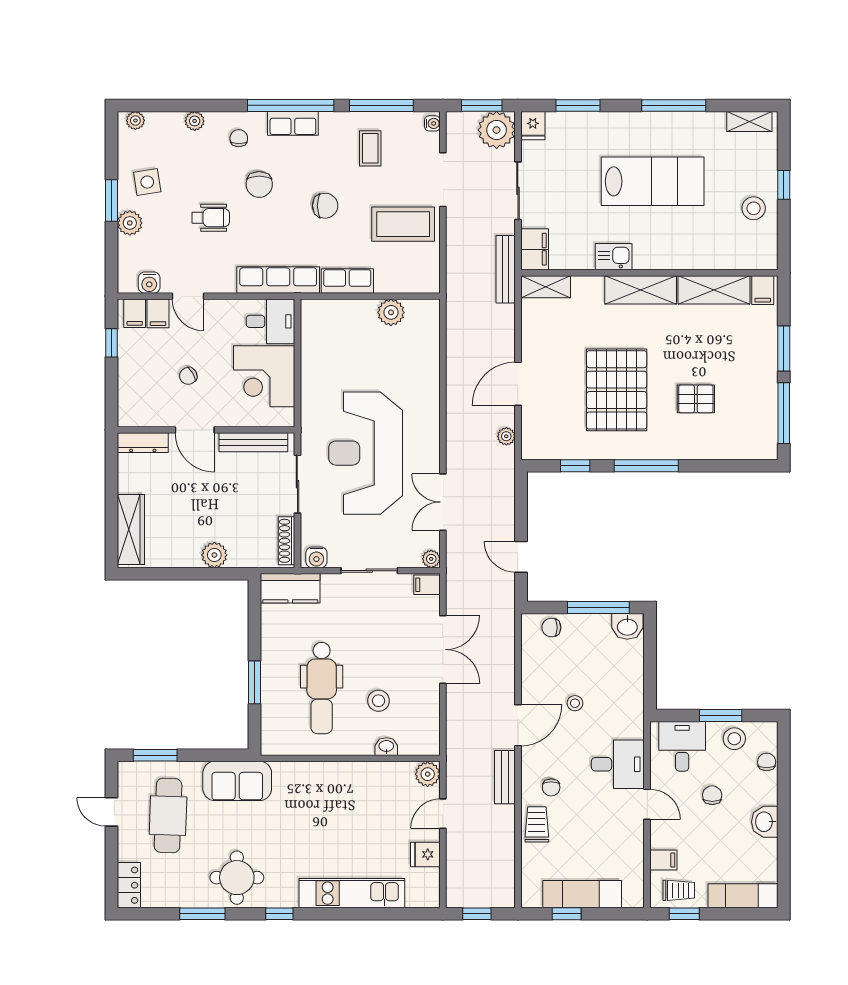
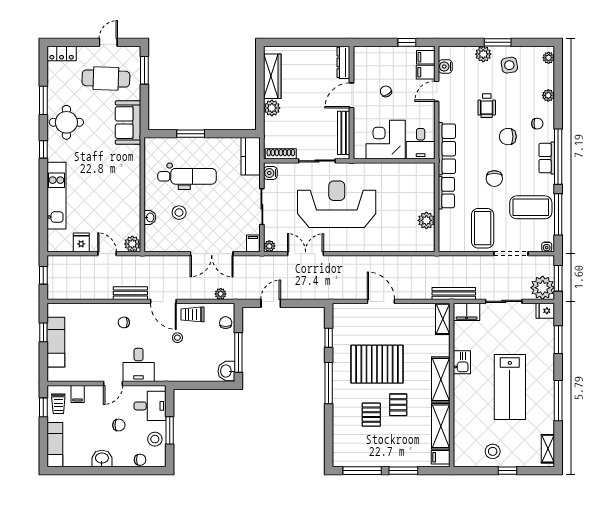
coffee table: (370, 148) -> (531, 207), width x1.86, depth x1.72
pallet: (680, 357) -> (398, 405), added
plant: (506, 436) -> (221, 294), moved
wardrobe: (131, 530) -> (272, 76), moved, turned -90
dental chair: (322, 688) -> (187, 176), turned 180
trolley: (537, 824) -> (192, 314), moved, turned 180

